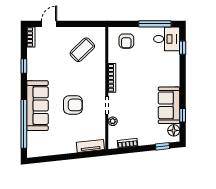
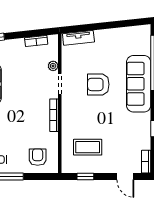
door: (49, 24) -> (125, 177), hinge flipped
window: (84, 24) -> (85, 177), added
coffee table: (82, 50) -> (88, 147), turned 44

